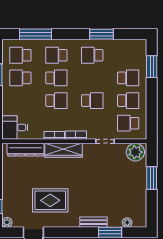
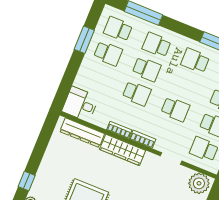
school desk: (20, 78) -> (108, 53), turned 180

